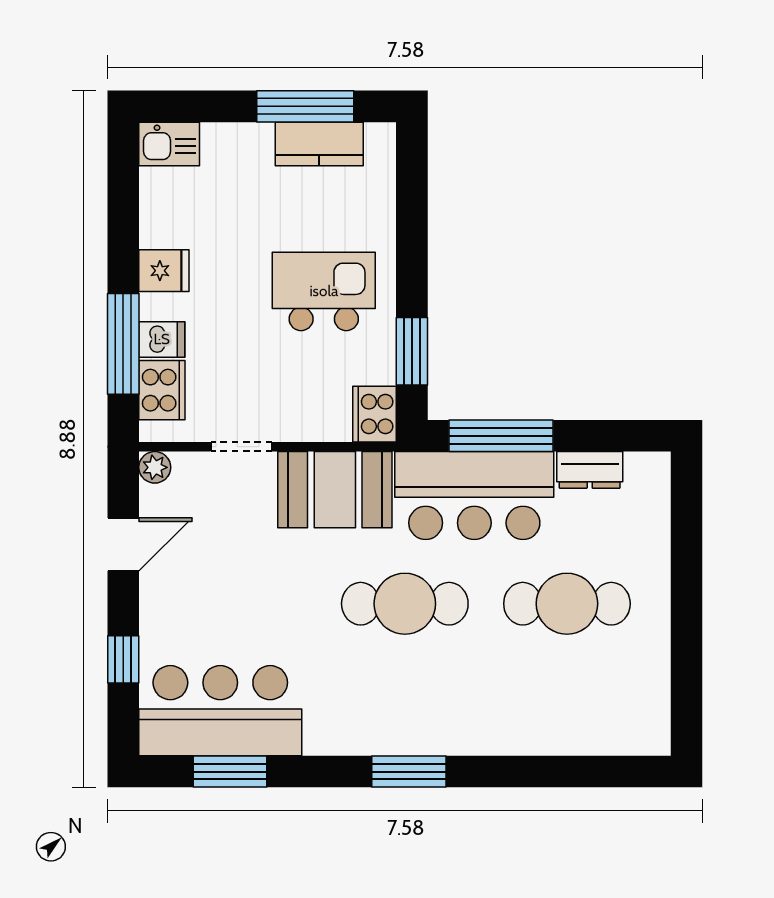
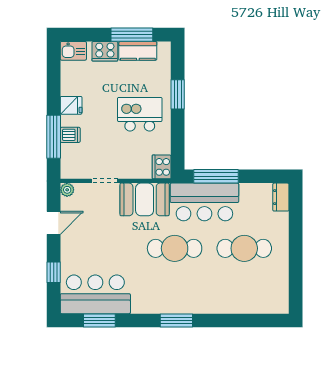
window: (412, 351) -> (178, 94), moved
cooker: (162, 390) -> (105, 51), moved, turned 90
dresser: (590, 470) -> (281, 197), moved, turned 90

